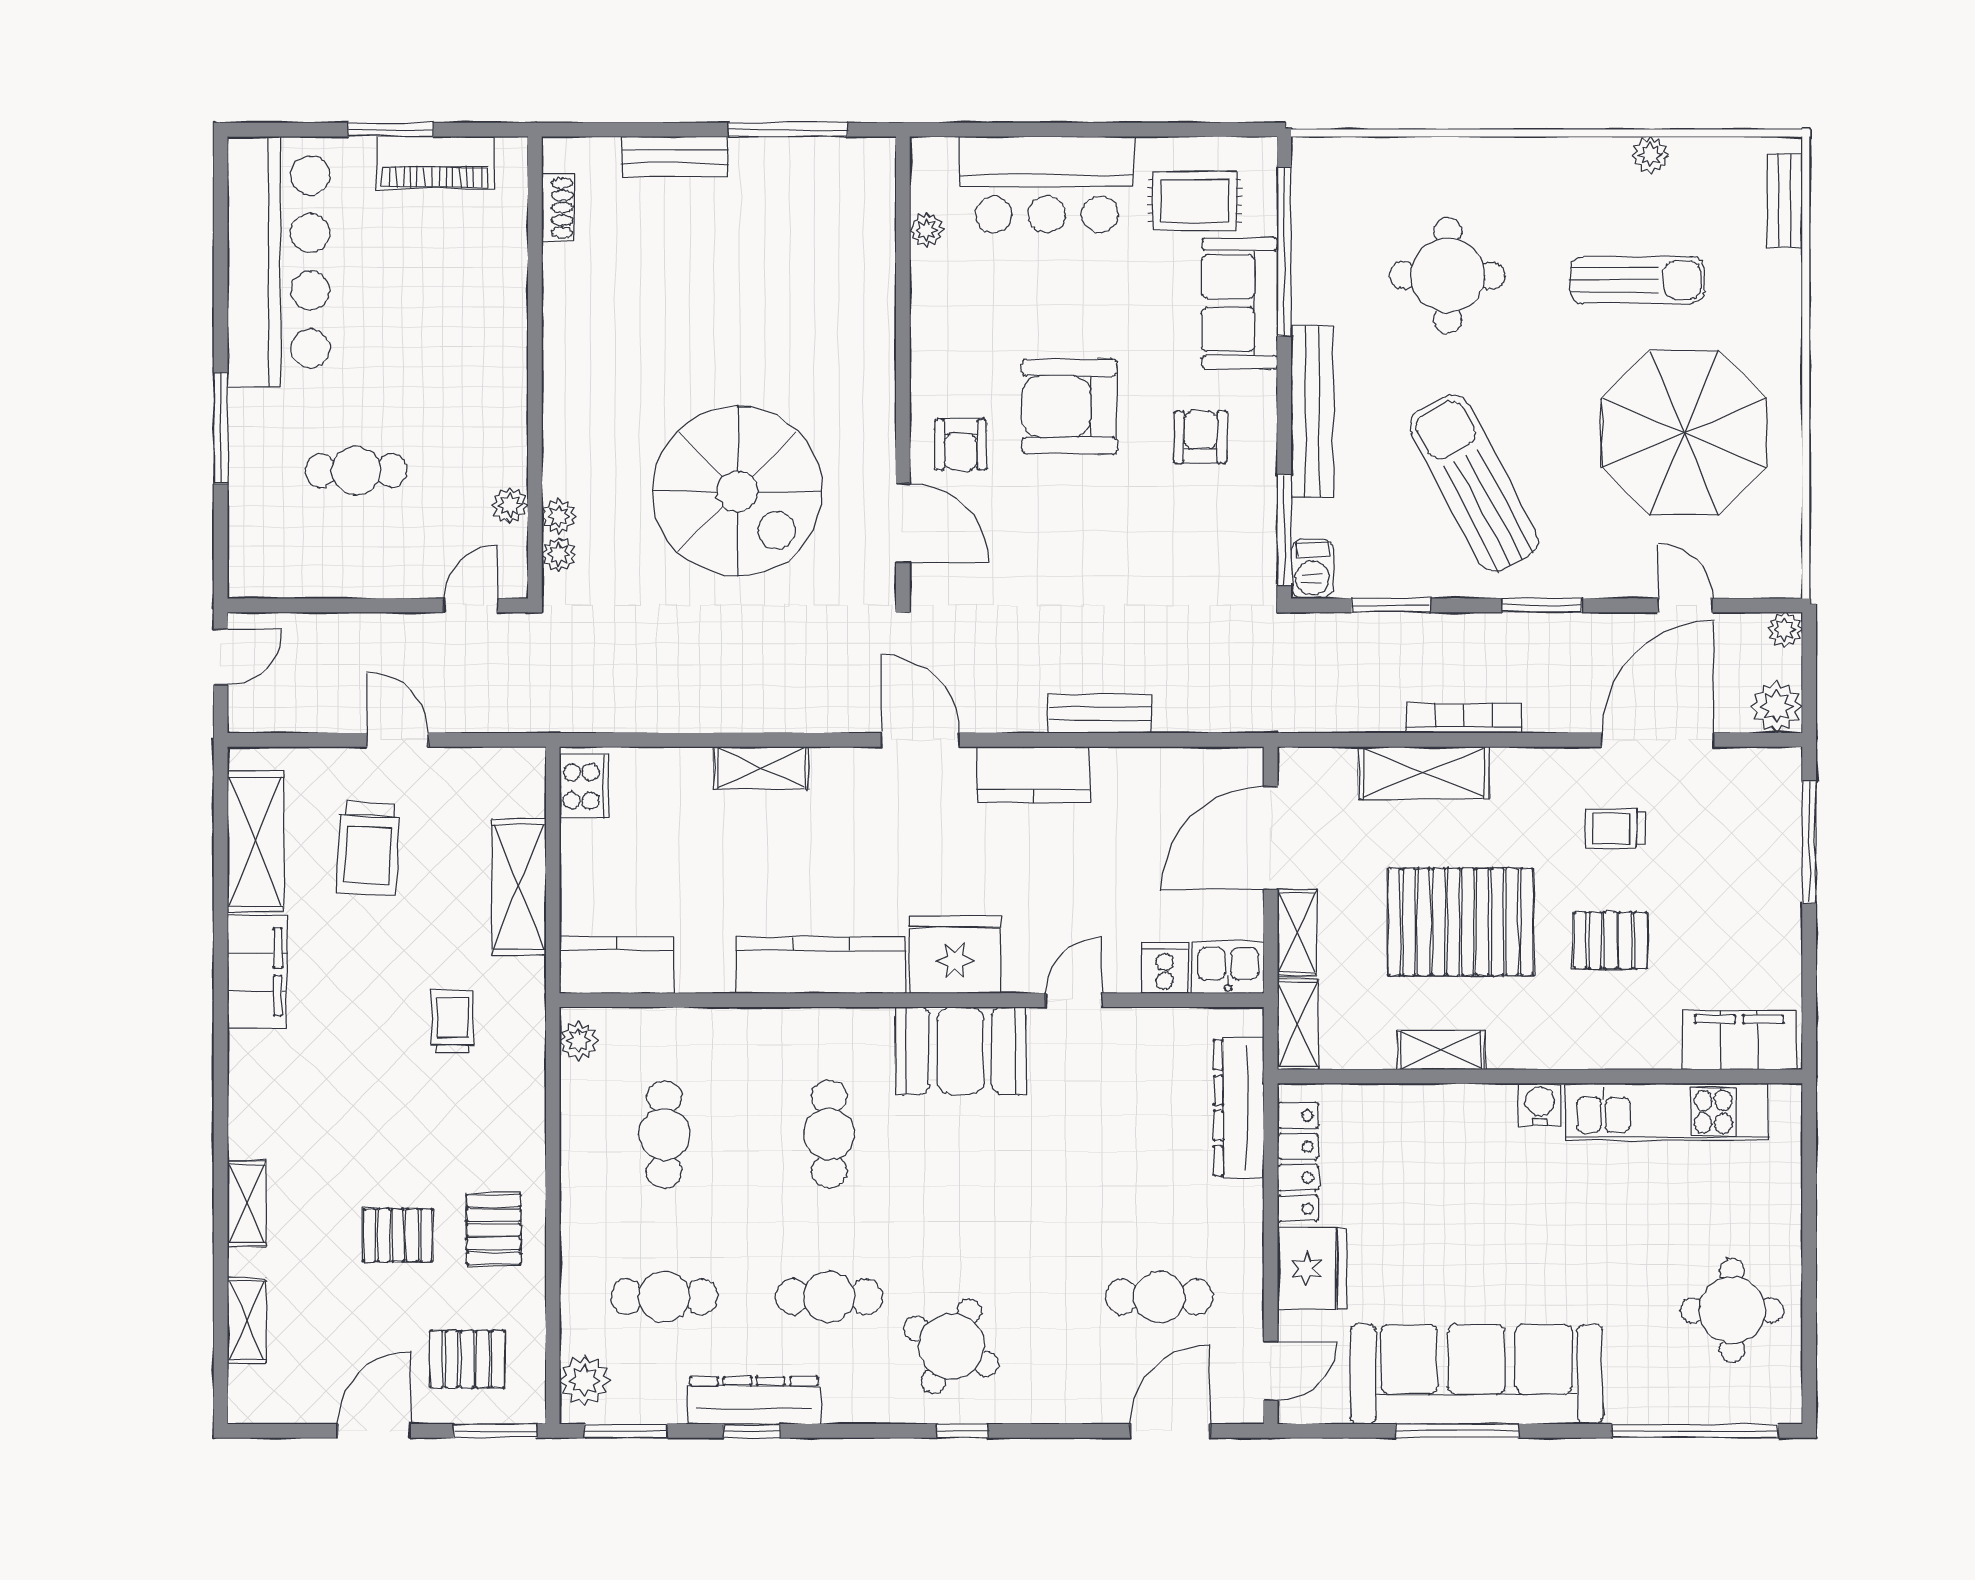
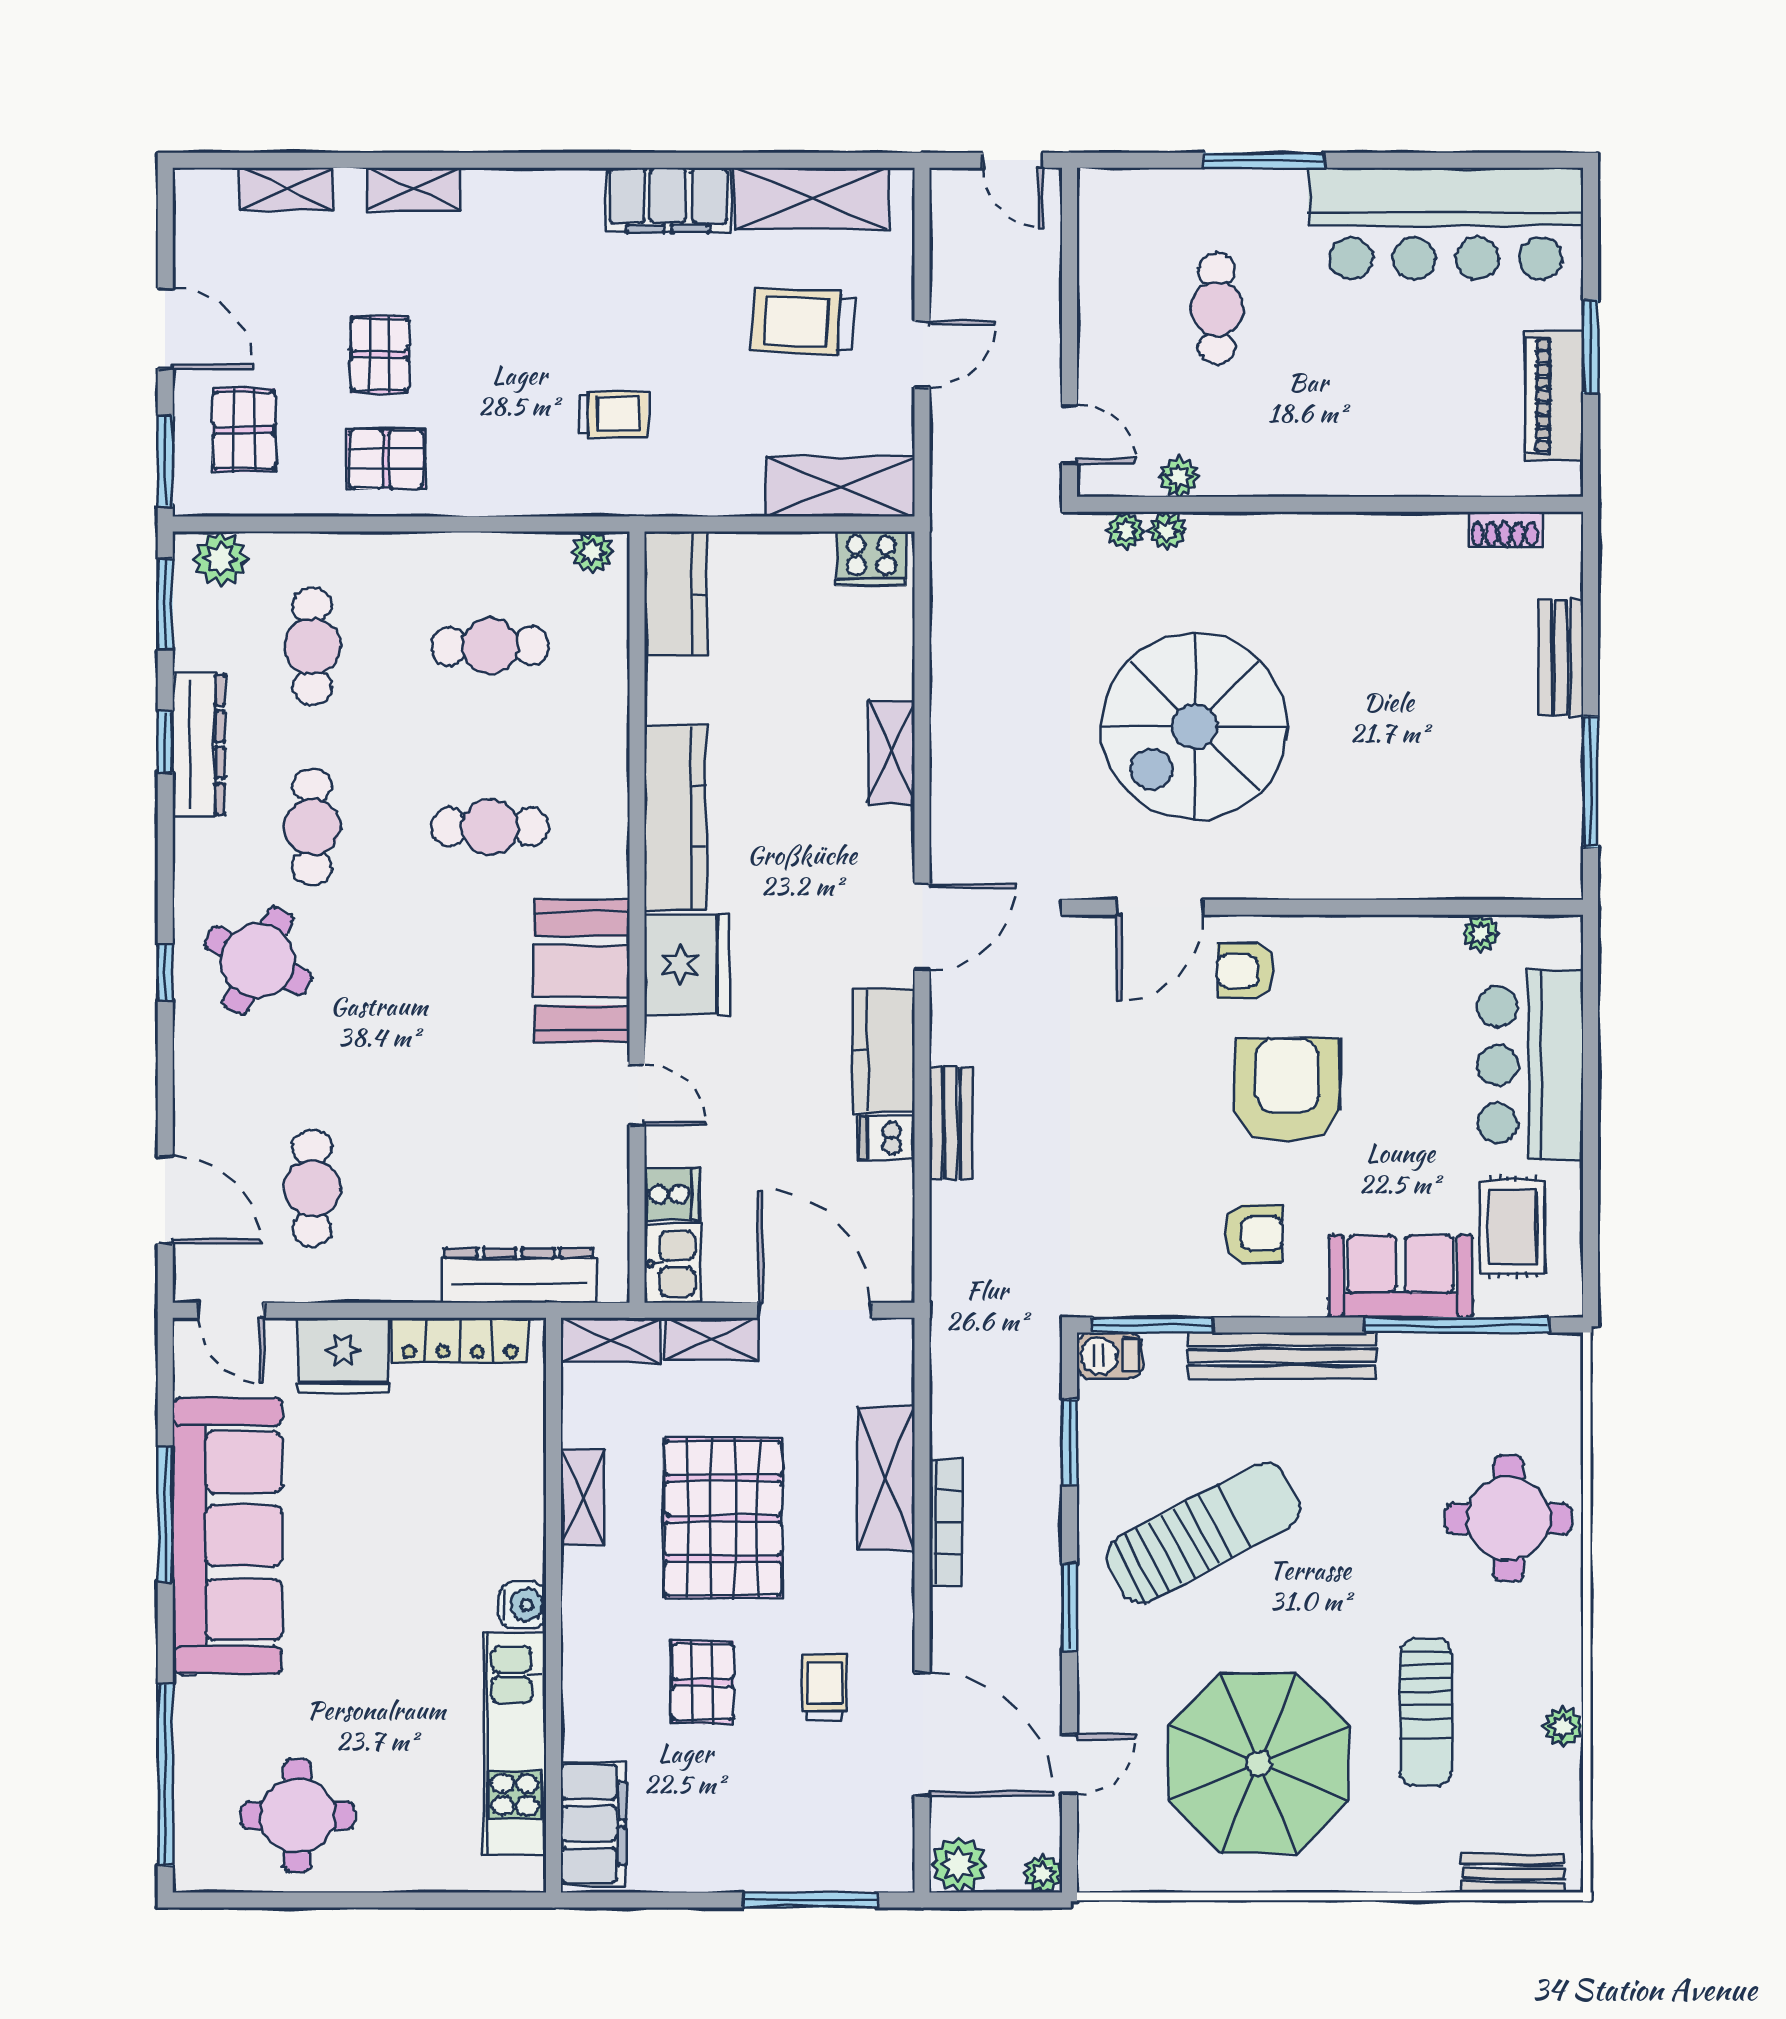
round table: (1448, 275) -> (1509, 1518), moved
dishwasher: (1113, 773) -> (886, 1138), added
shelving: (519, 887) -> (840, 487), moved

